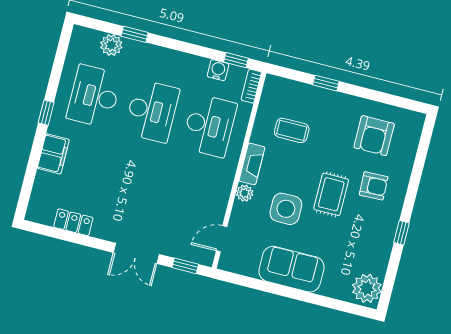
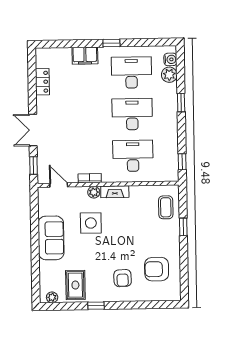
window: (135, 34) -> (181, 103), moved
water cooler: (218, 70) -> (170, 59), moved
bookcase: (251, 86) -> (90, 178), moved
desk: (152, 111) -> (132, 114), turned 180
desk: (209, 126) -> (133, 156), turned 180
coffee table: (292, 130) -> (166, 207), moved
rug: (331, 194) -> (75, 285), moved, turned 90
plant: (367, 288) -> (52, 297), width x0.53, depth x0.53

